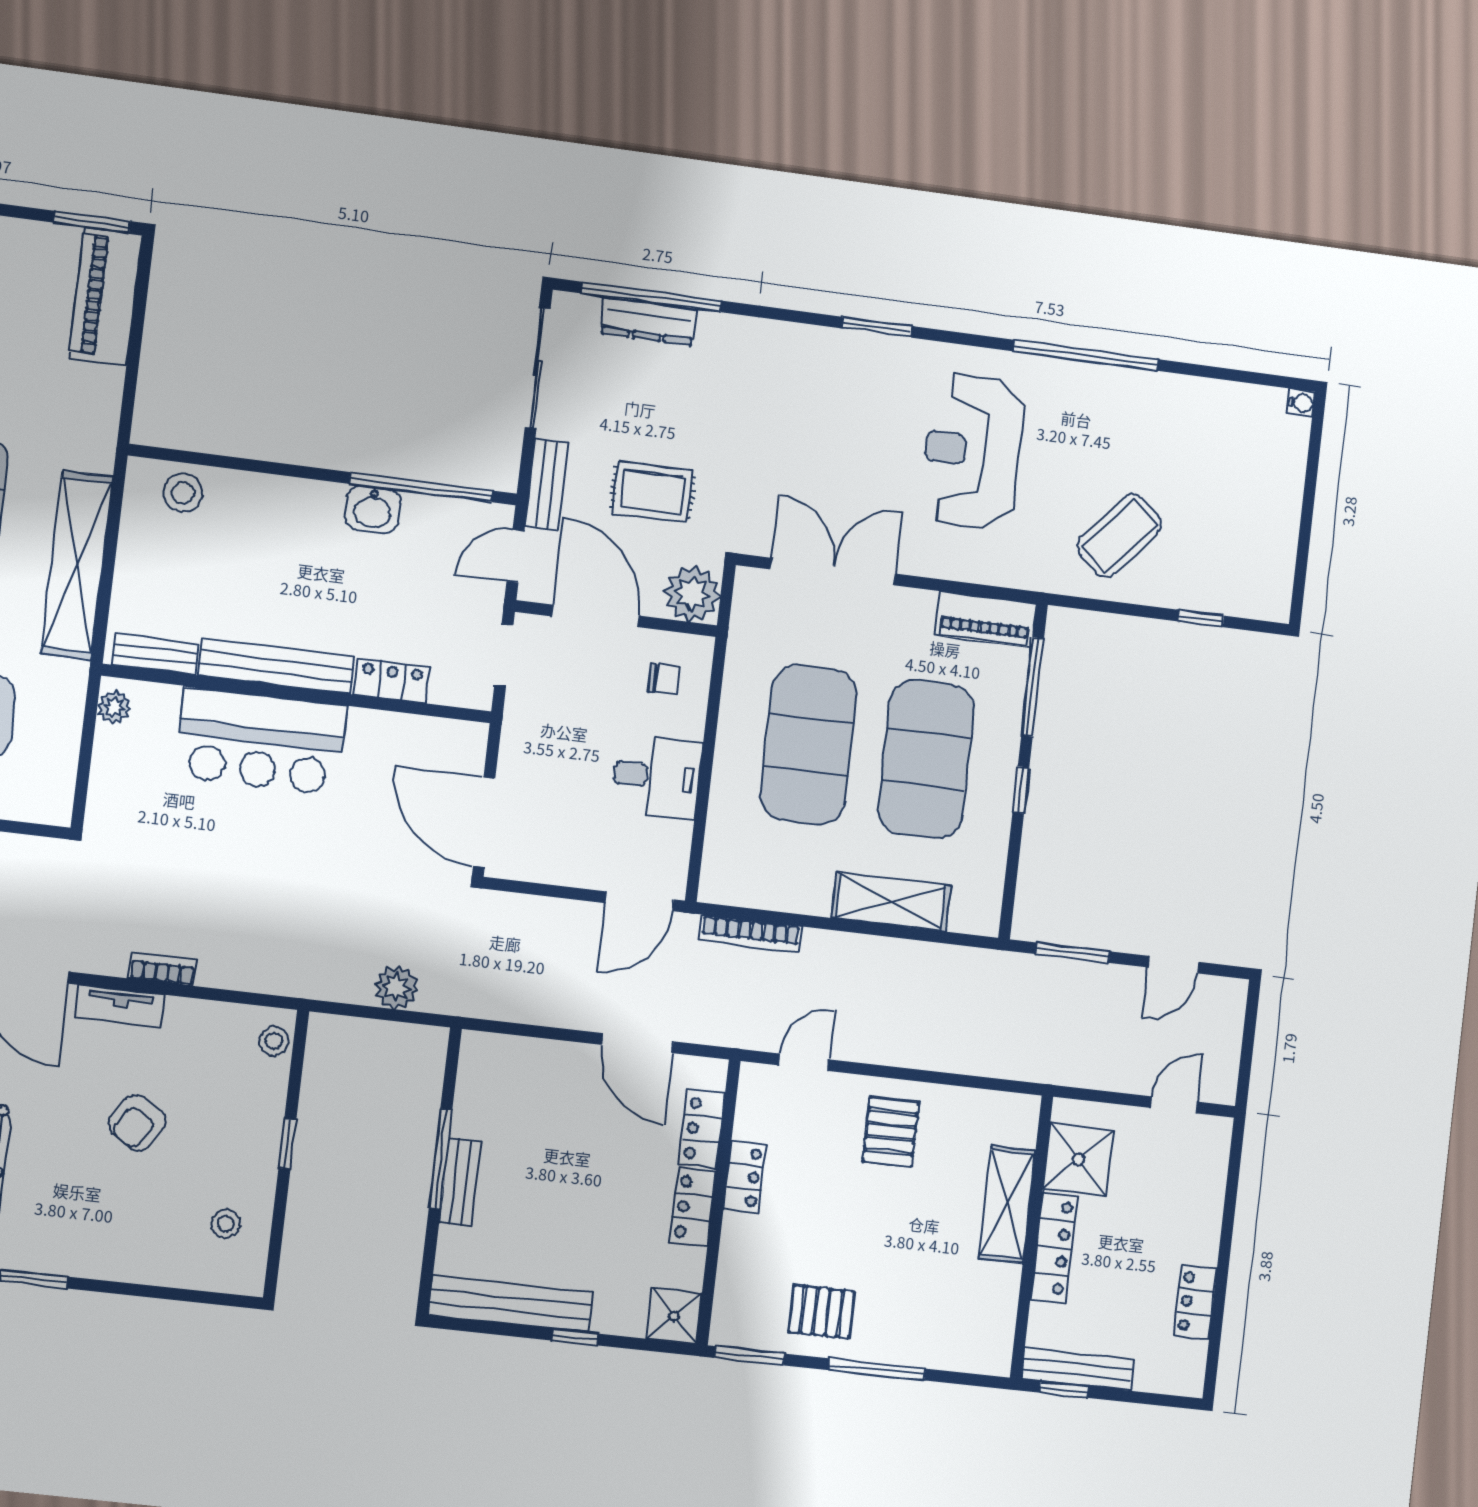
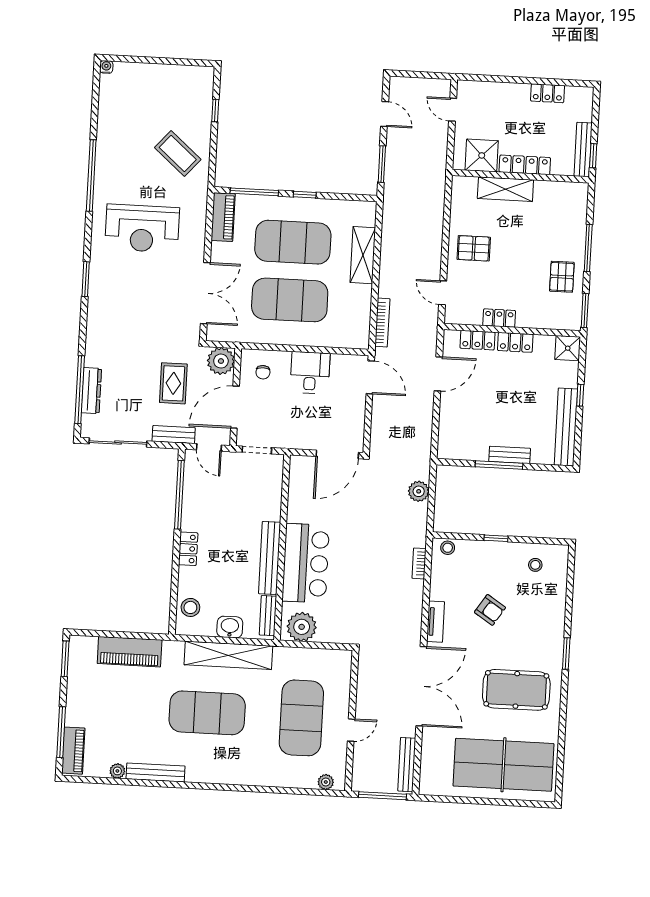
piano: (105, 296) -> (130, 652), moved
washbasin: (373, 509) -> (230, 627), moved, turned -90
double door: (833, 572) -> (205, 293), swing flipped
chair: (664, 679) -> (263, 372), turned 180
locker: (392, 681) -> (188, 549), moved, turned 180
plant: (114, 707) -> (302, 627), width x1.88, depth x1.88
bookcase: (162, 969) -> (419, 563), moved

